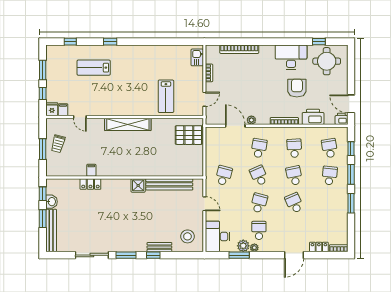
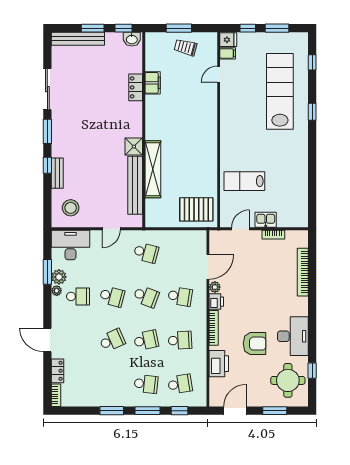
kitchen sink: (197, 57) -> (266, 220), moved
lab bench: (94, 68) -> (280, 91), width x1.86, depth x1.39
window: (351, 72) -> (275, 411), added
door: (204, 99) -> (241, 229), swing flipped
printer: (341, 119) -> (216, 302), moved
shelving: (128, 124) -> (153, 169), moved
pallet: (189, 135) -> (196, 209), turned 90
filing cabinet: (91, 170) -> (153, 83), width x2.00
school desk: (259, 176) -> (146, 296), turned 45
washbasin: (52, 202) -> (132, 39), moved

